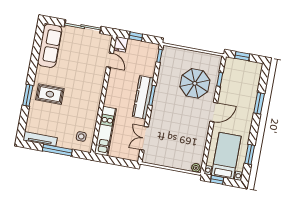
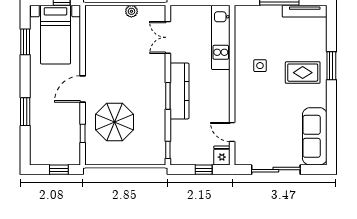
side table: (81, 136) -> (260, 66), moved
double door: (144, 138) -> (168, 37), swing flipped
plant: (196, 168) -> (131, 11), moved

